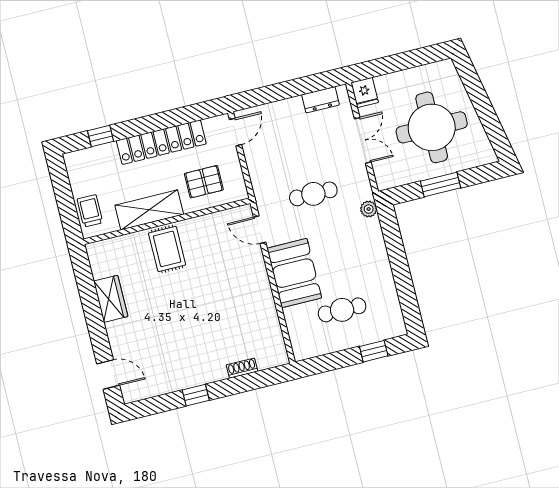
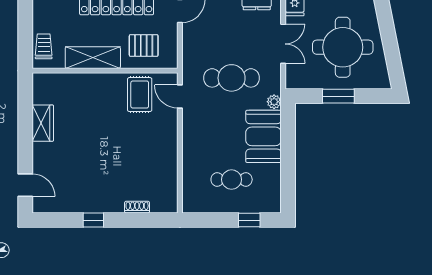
cafe table: (313, 194) -> (232, 78), width x1.37, depth x1.35
rug: (167, 249) -> (140, 95), moved
booth: (294, 273) -> (263, 136), moved

